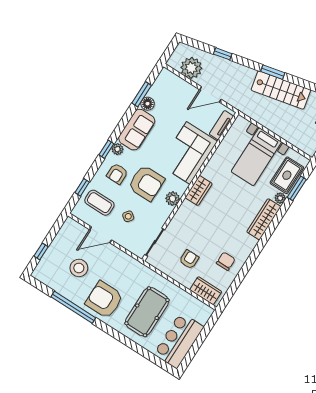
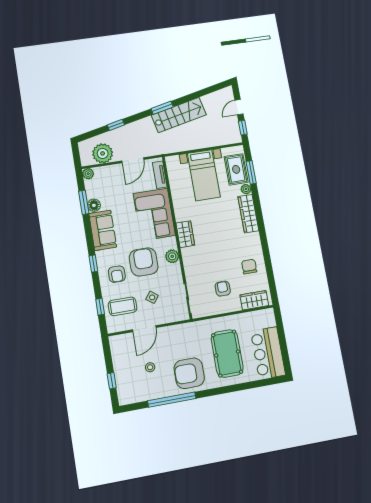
plant: (117, 149) -> (88, 174), moved
armchair: (146, 183) -> (144, 262), turned -90
stool: (79, 268) -> (150, 367), width x0.53, depth x0.53

